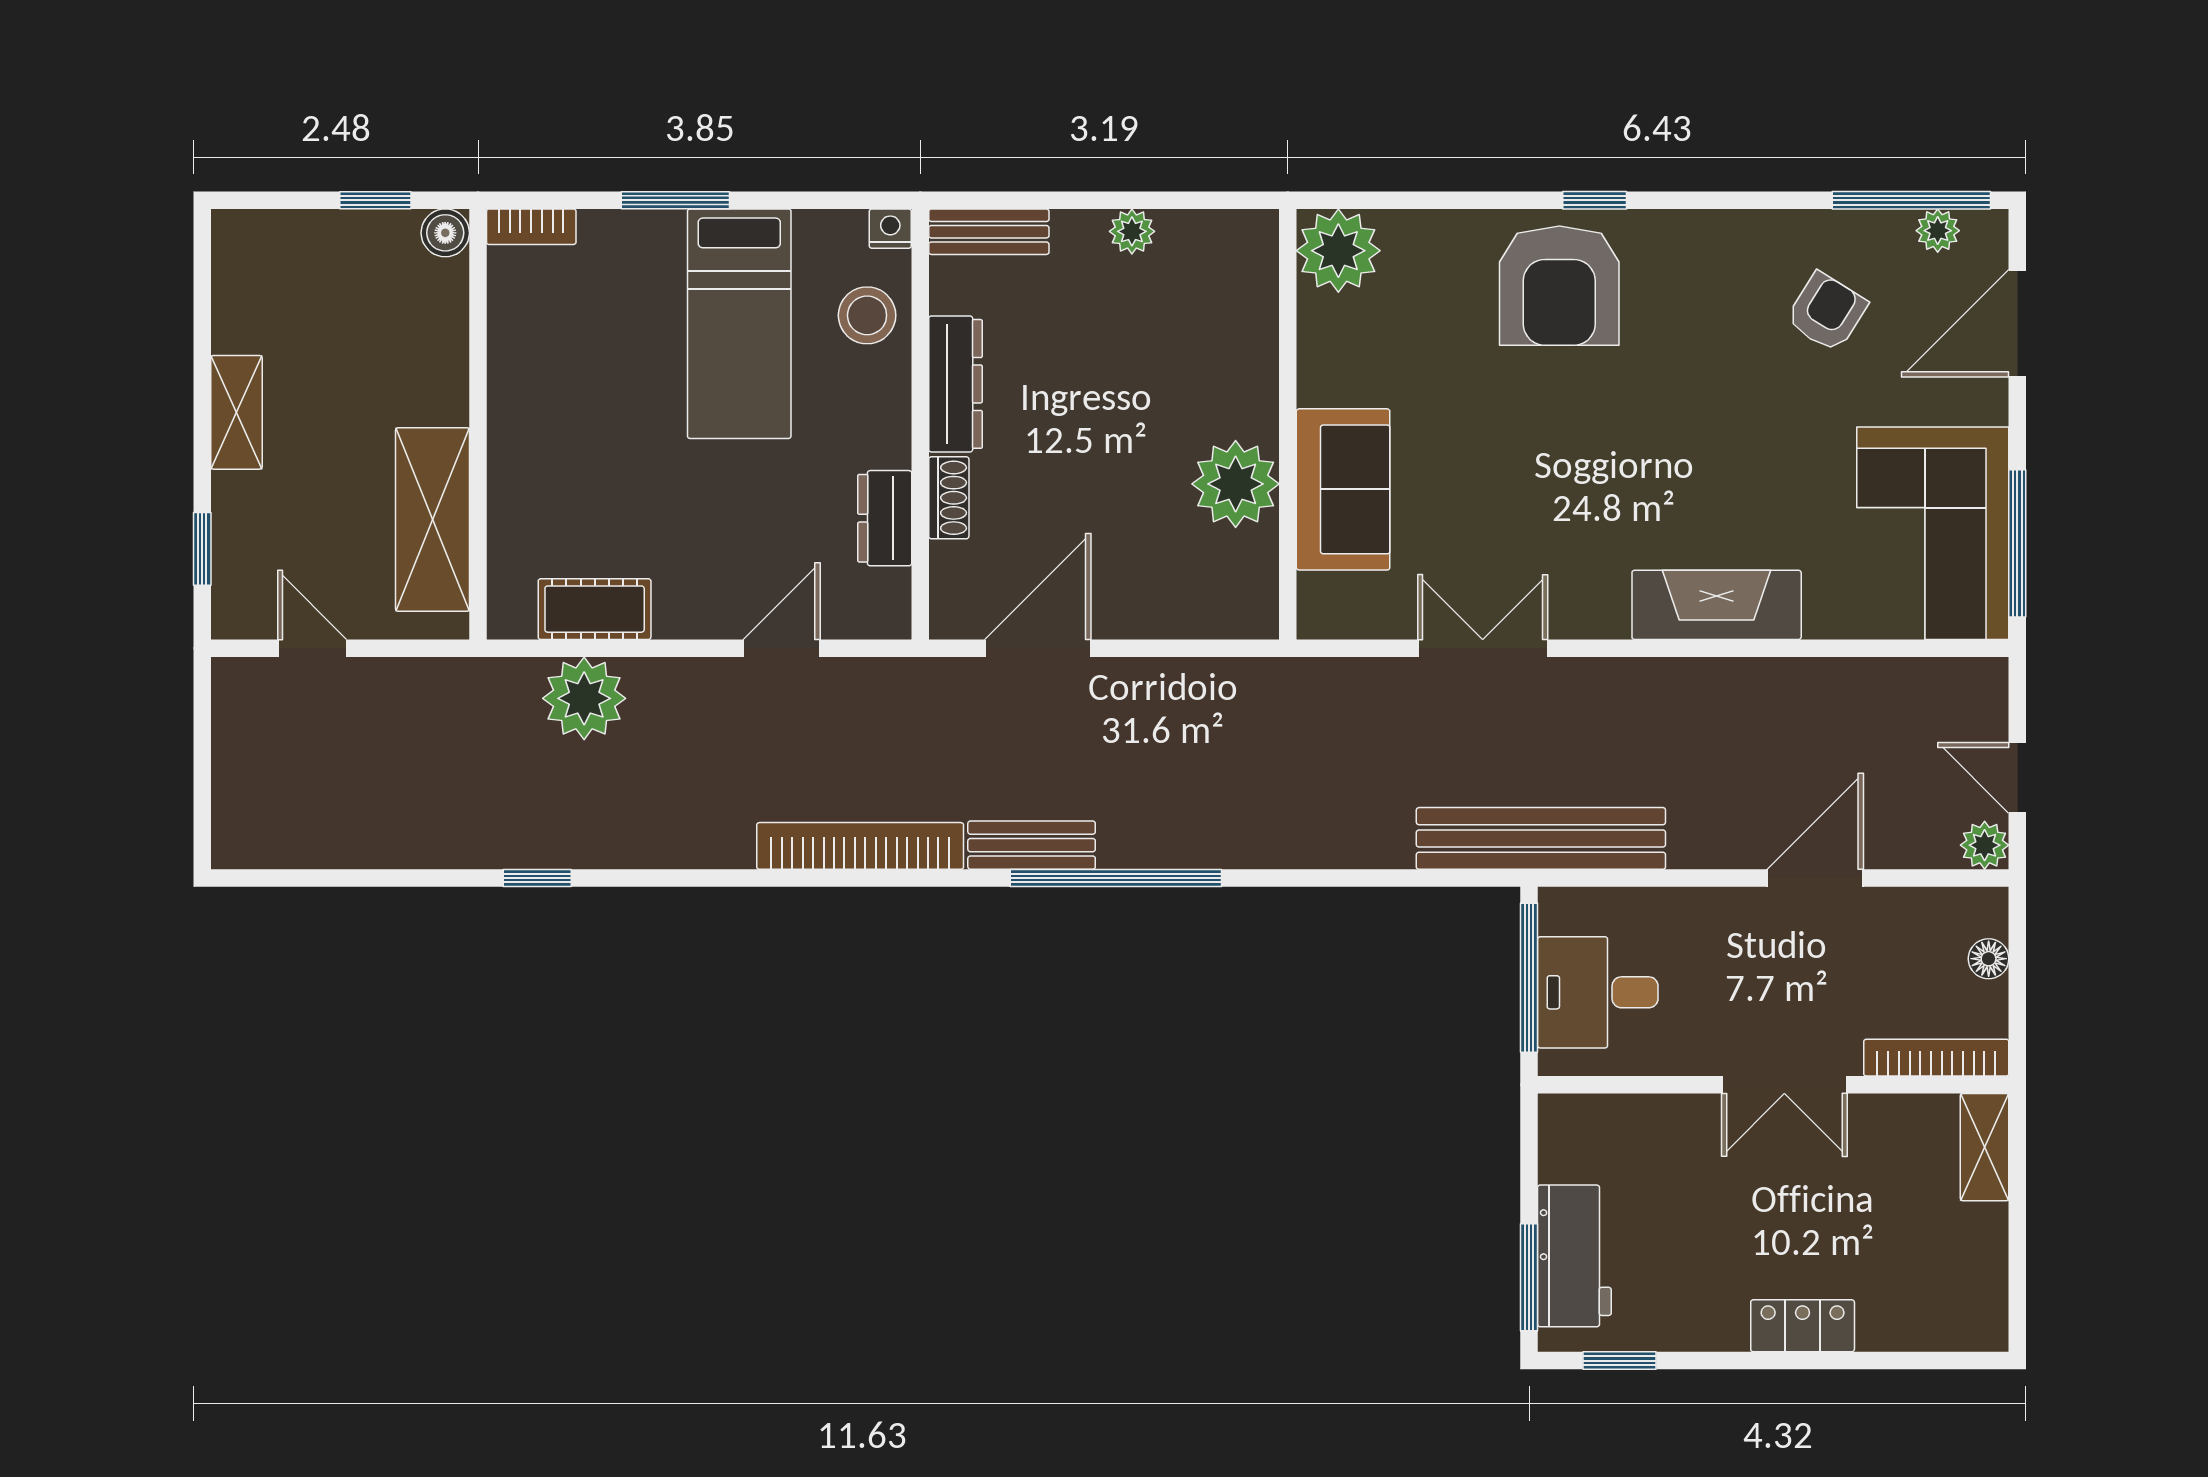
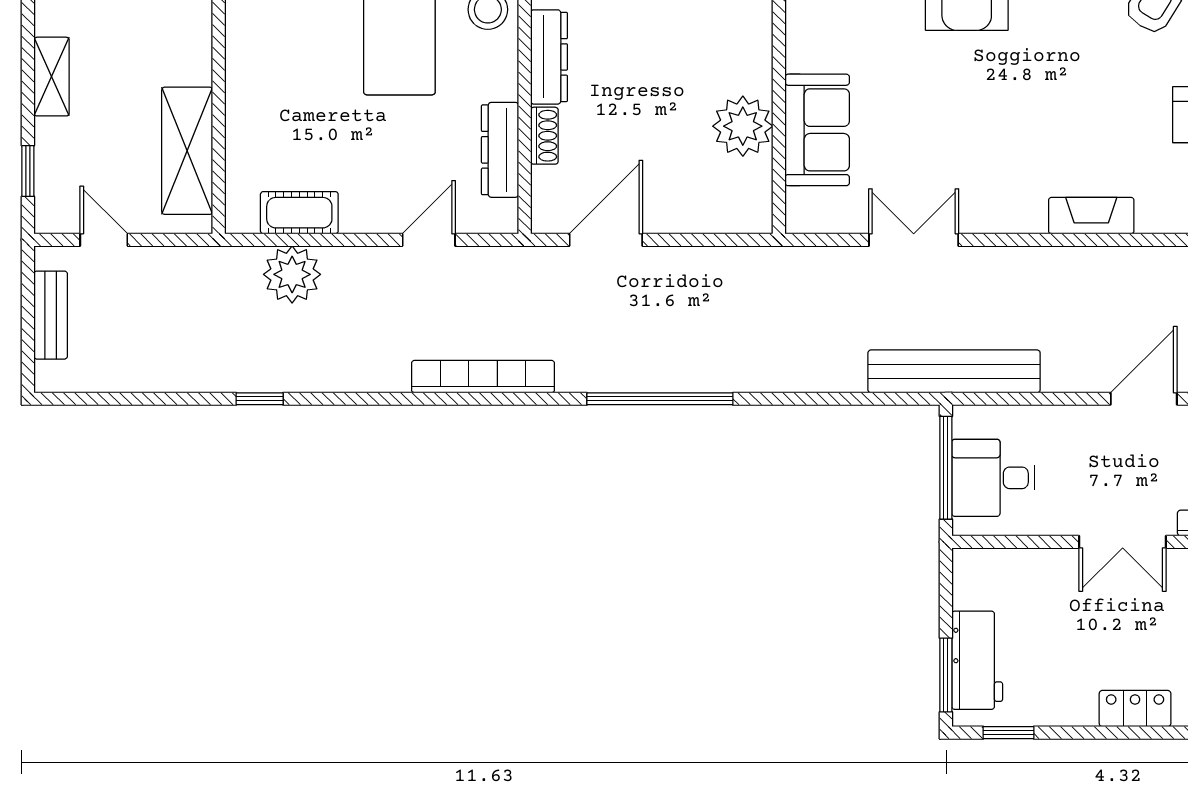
dresser: (885, 518) -> (500, 150), width x1.44
fireplace: (1717, 605) -> (1091, 216), width x0.73, depth x0.76
bench: (1032, 845) -> (51, 315), moved, turned 90

